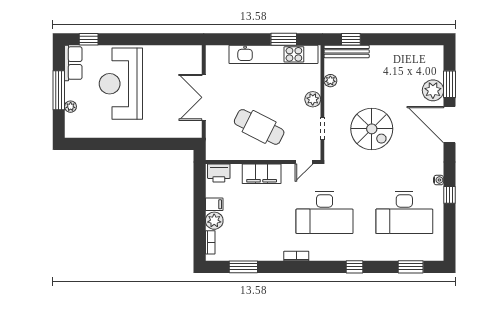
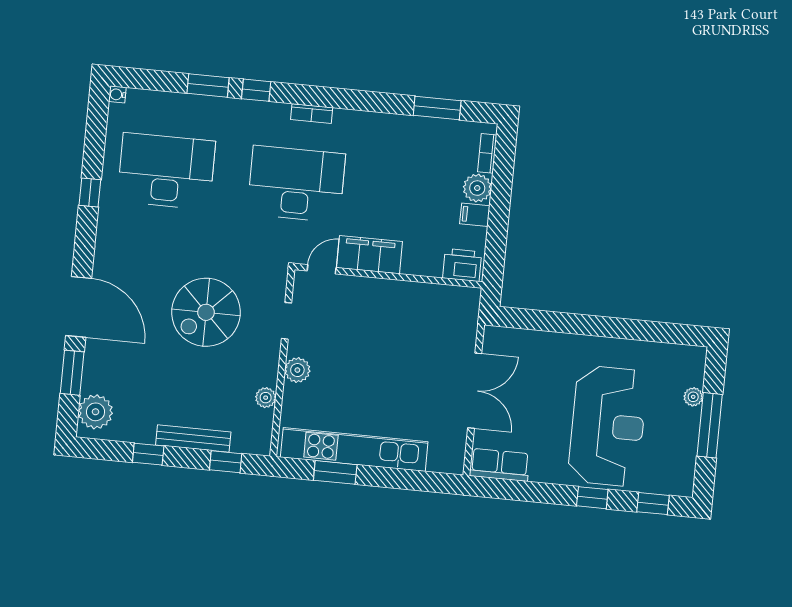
window: (126, 39) -> (592, 498), added
window: (398, 39) -> (148, 454), added
bench: (347, 51) -> (193, 438), moved
row of seats: (73, 63) -> (500, 465), moved, turned 90
plant: (433, 90) -> (96, 412), moved
cafe table: (259, 127) -> (389, 334), removed
spiral stairs: (372, 129) -> (206, 312), turned -90
filing cabinet: (262, 174) -> (370, 255), moved
water cooler: (439, 180) -> (117, 94), moved
bookcase: (296, 256) -> (312, 114), moved
window: (411, 267) -> (208, 86), moved

